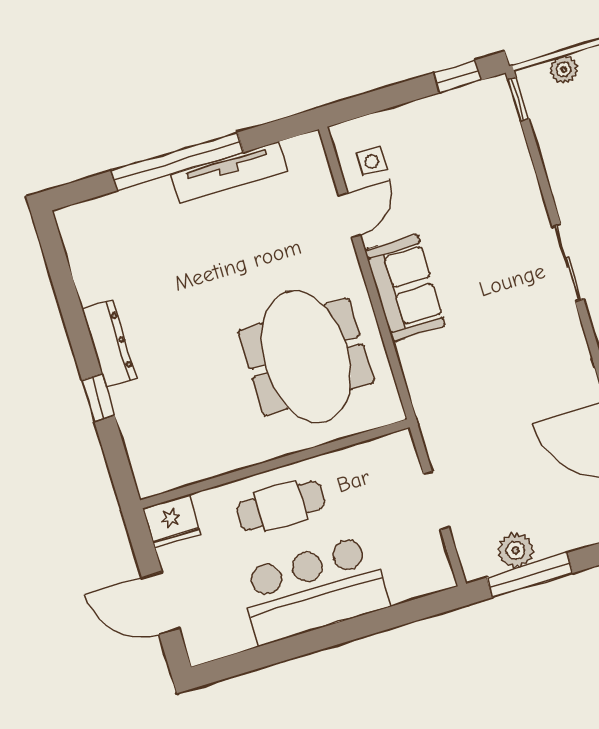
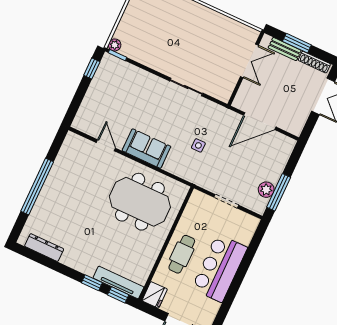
plant: (564, 69) -> (115, 45), moved
side table: (372, 161) -> (198, 145), moved
tv unit: (229, 172) -> (118, 282), moved, turned -90
dresser: (109, 343) -> (44, 248), moved
window: (117, 460) -> (118, 295), added

